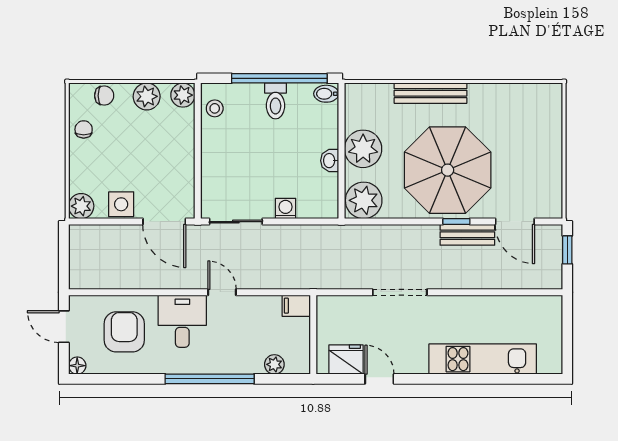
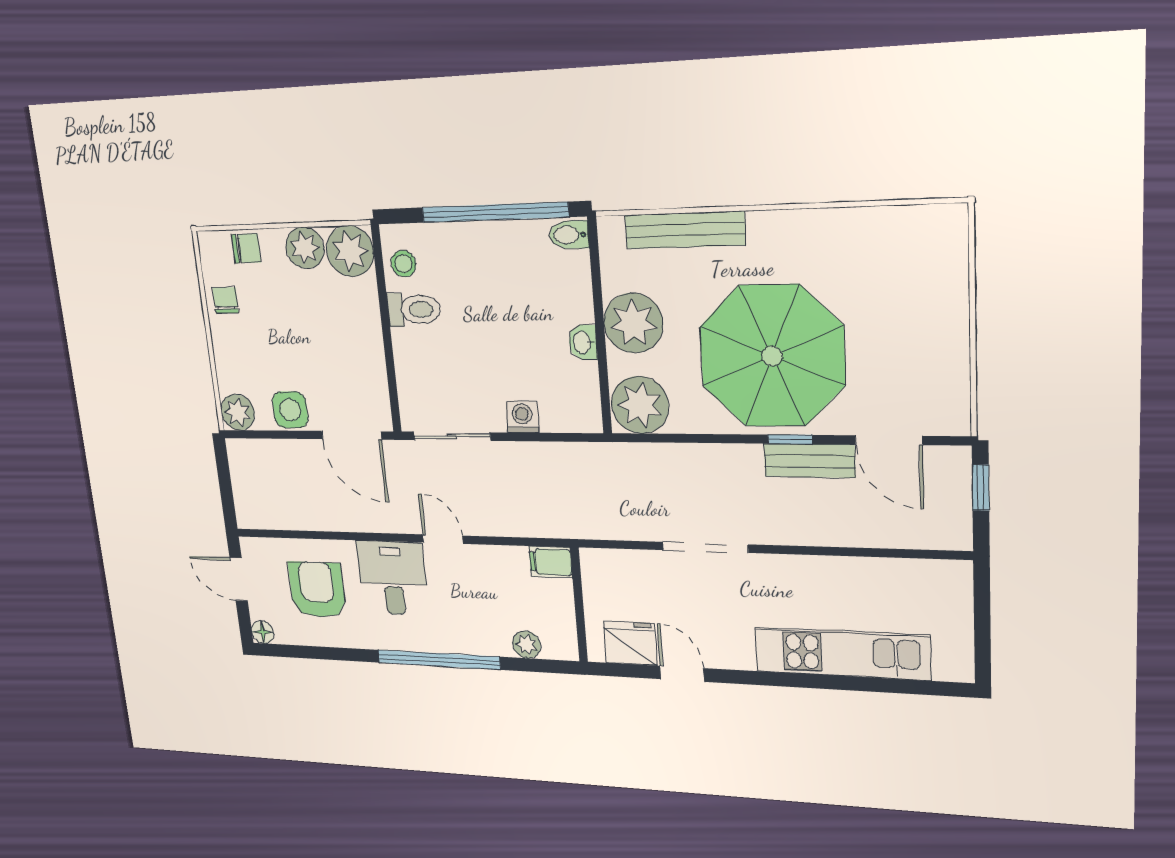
bench: (430, 93) -> (685, 230), moved
plant: (183, 95) -> (350, 251), width x1.36, depth x1.36
toilet: (276, 101) -> (414, 310), moved, turned -90

